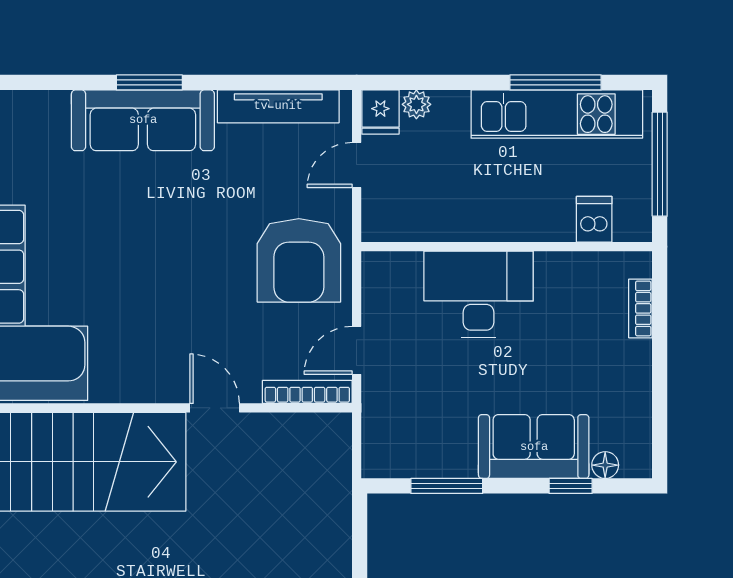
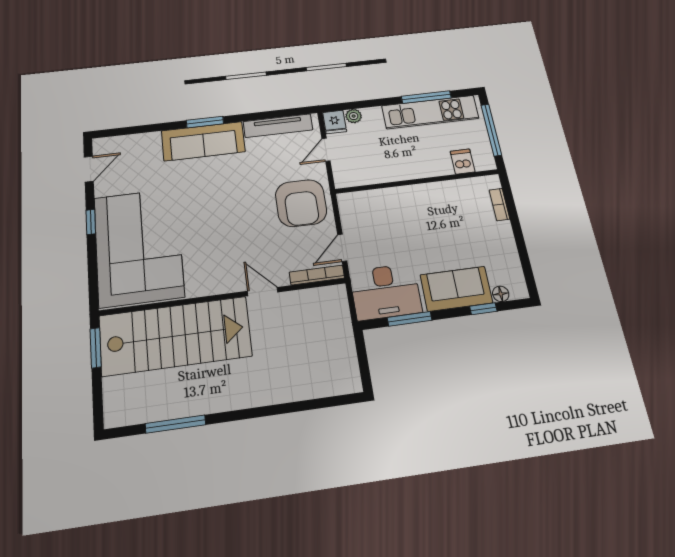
desk: (479, 294) -> (386, 292), moved, turned 180

